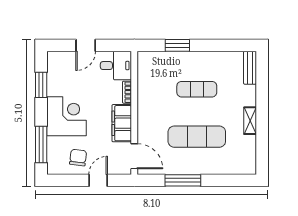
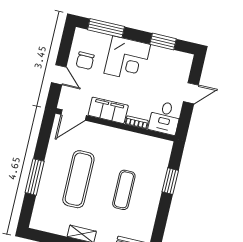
door: (86, 45) -> (191, 93), swing flipped
chair: (78, 158) -> (85, 61), turned 83
window: (183, 180) -> (35, 177), moved

